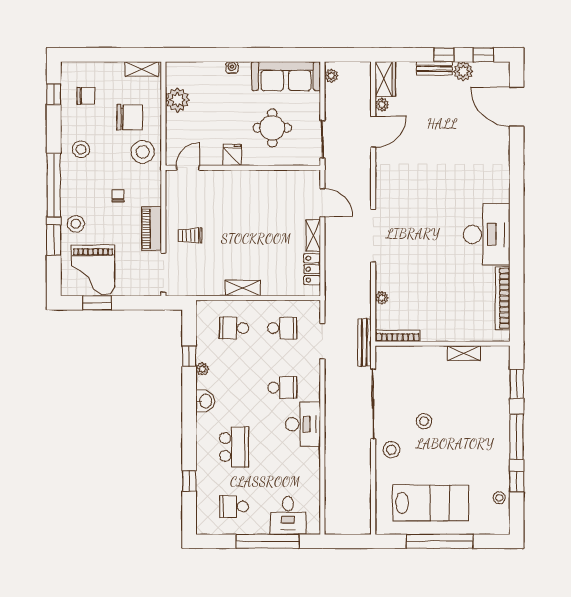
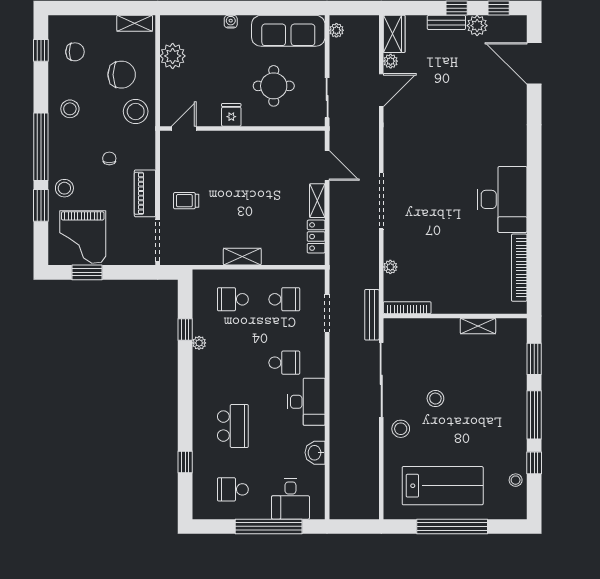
washbasin: (205, 401) -> (315, 453), moved, turned 180

